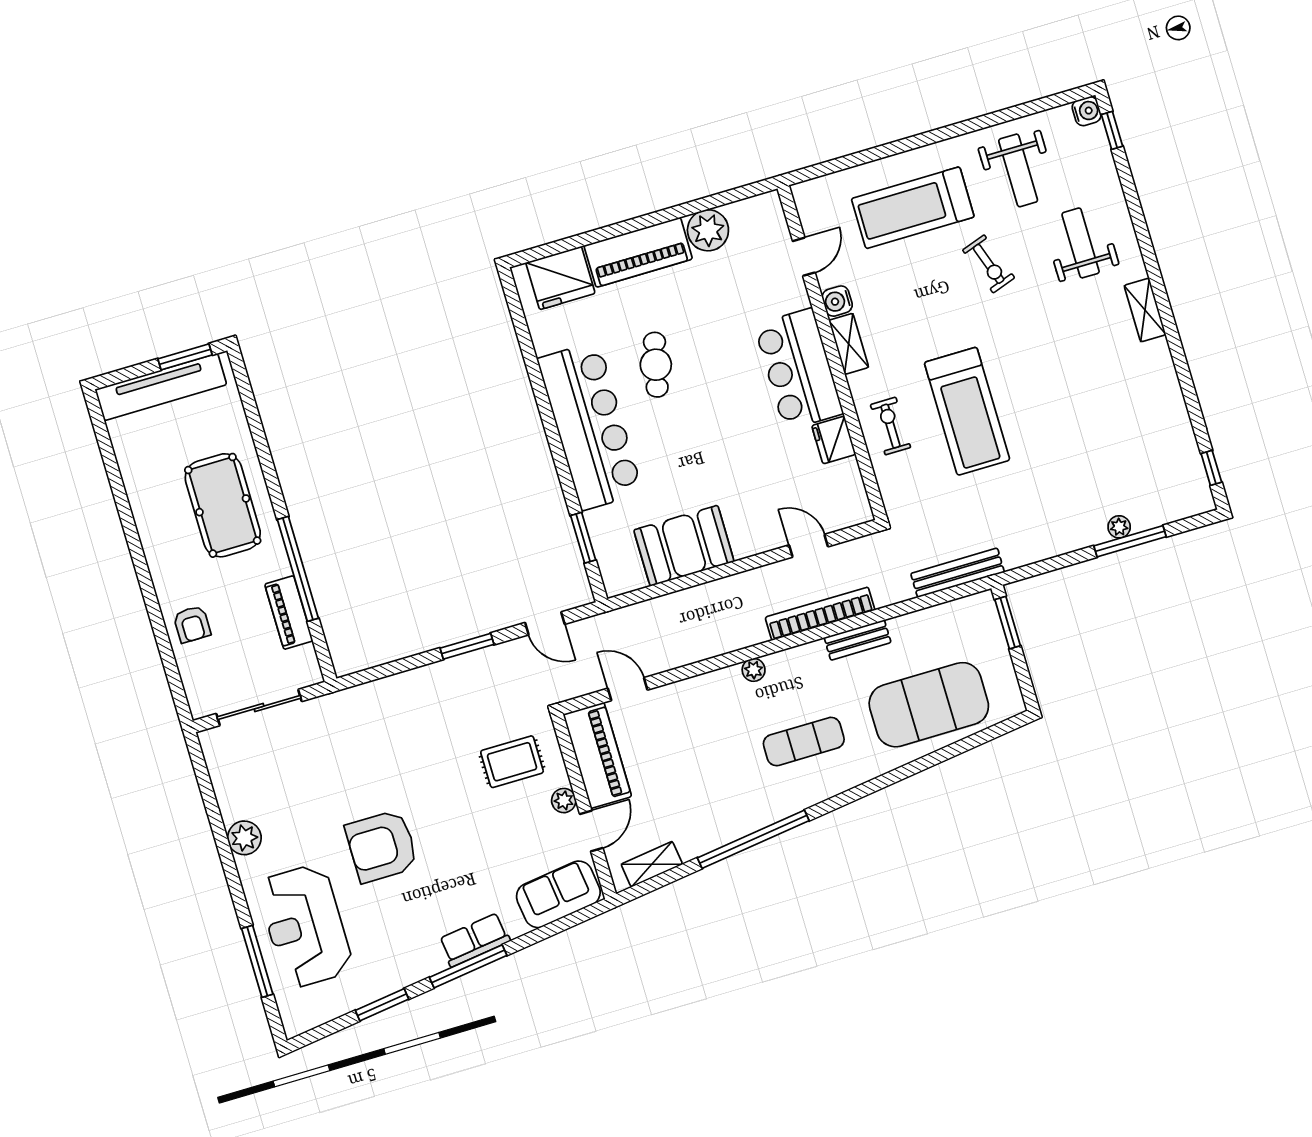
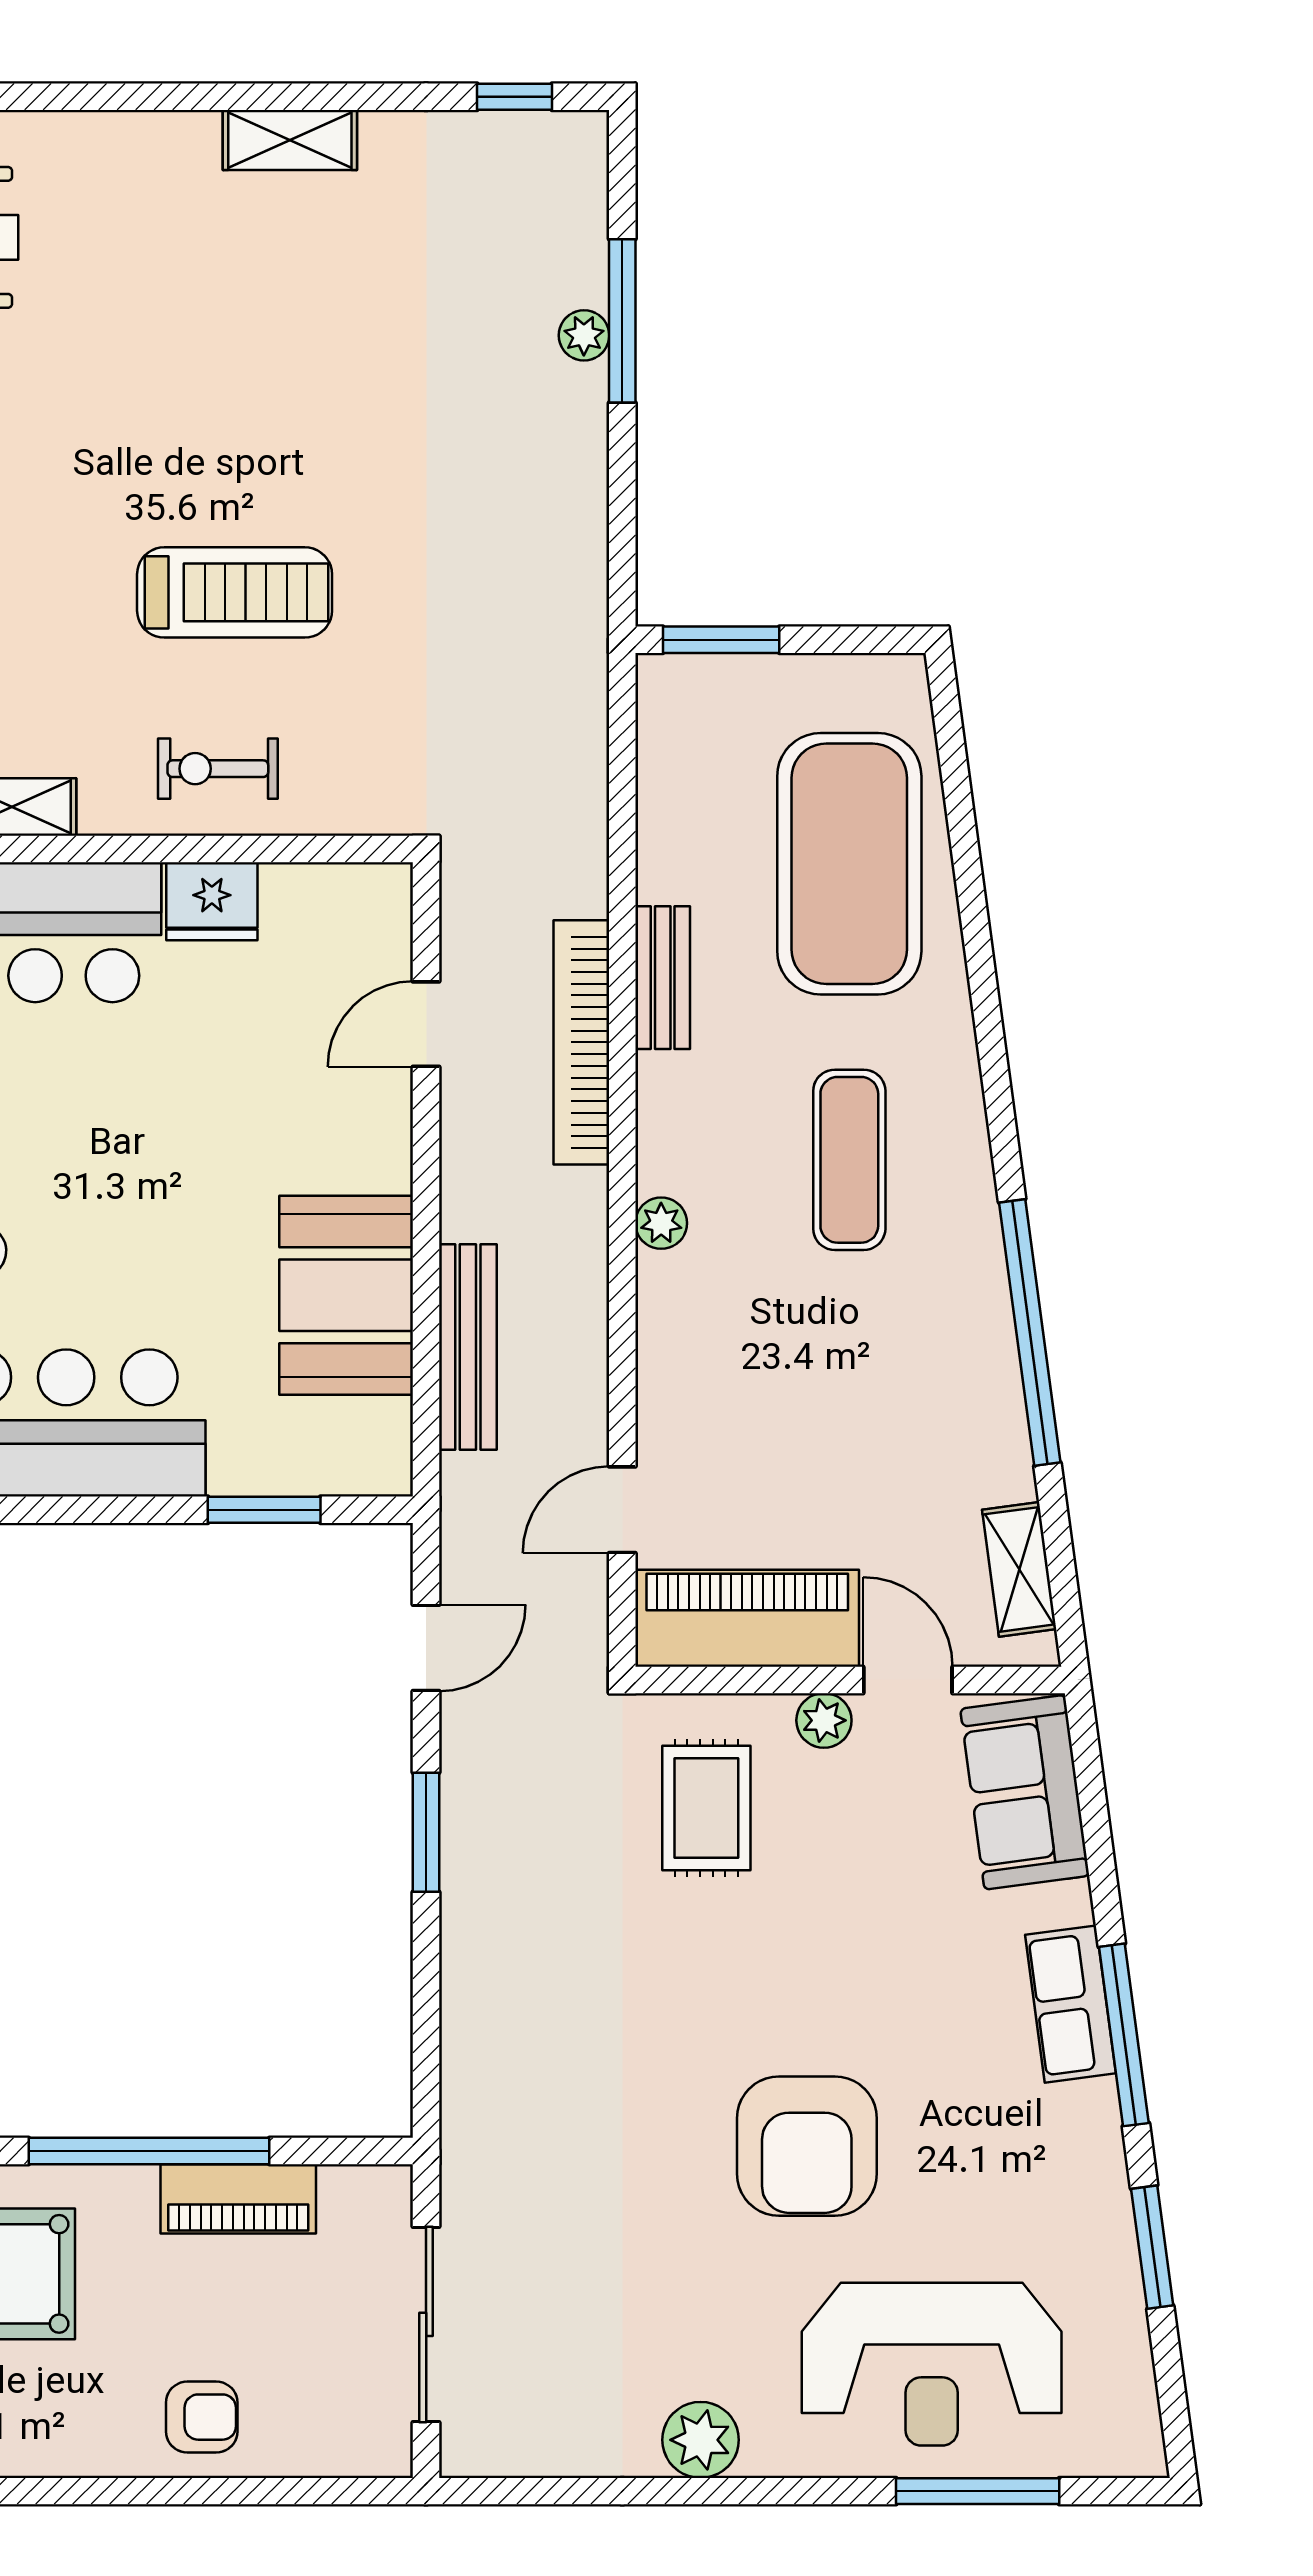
shelving: (1145, 310) -> (290, 140), moved
treadmill: (967, 411) -> (235, 592), width x0.73, depth x0.73
bench: (958, 573) -> (468, 1347), moved

